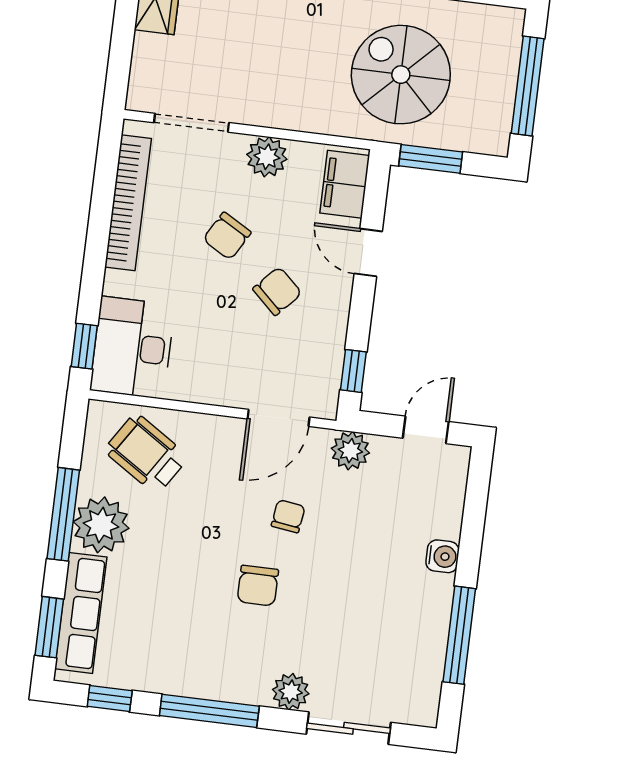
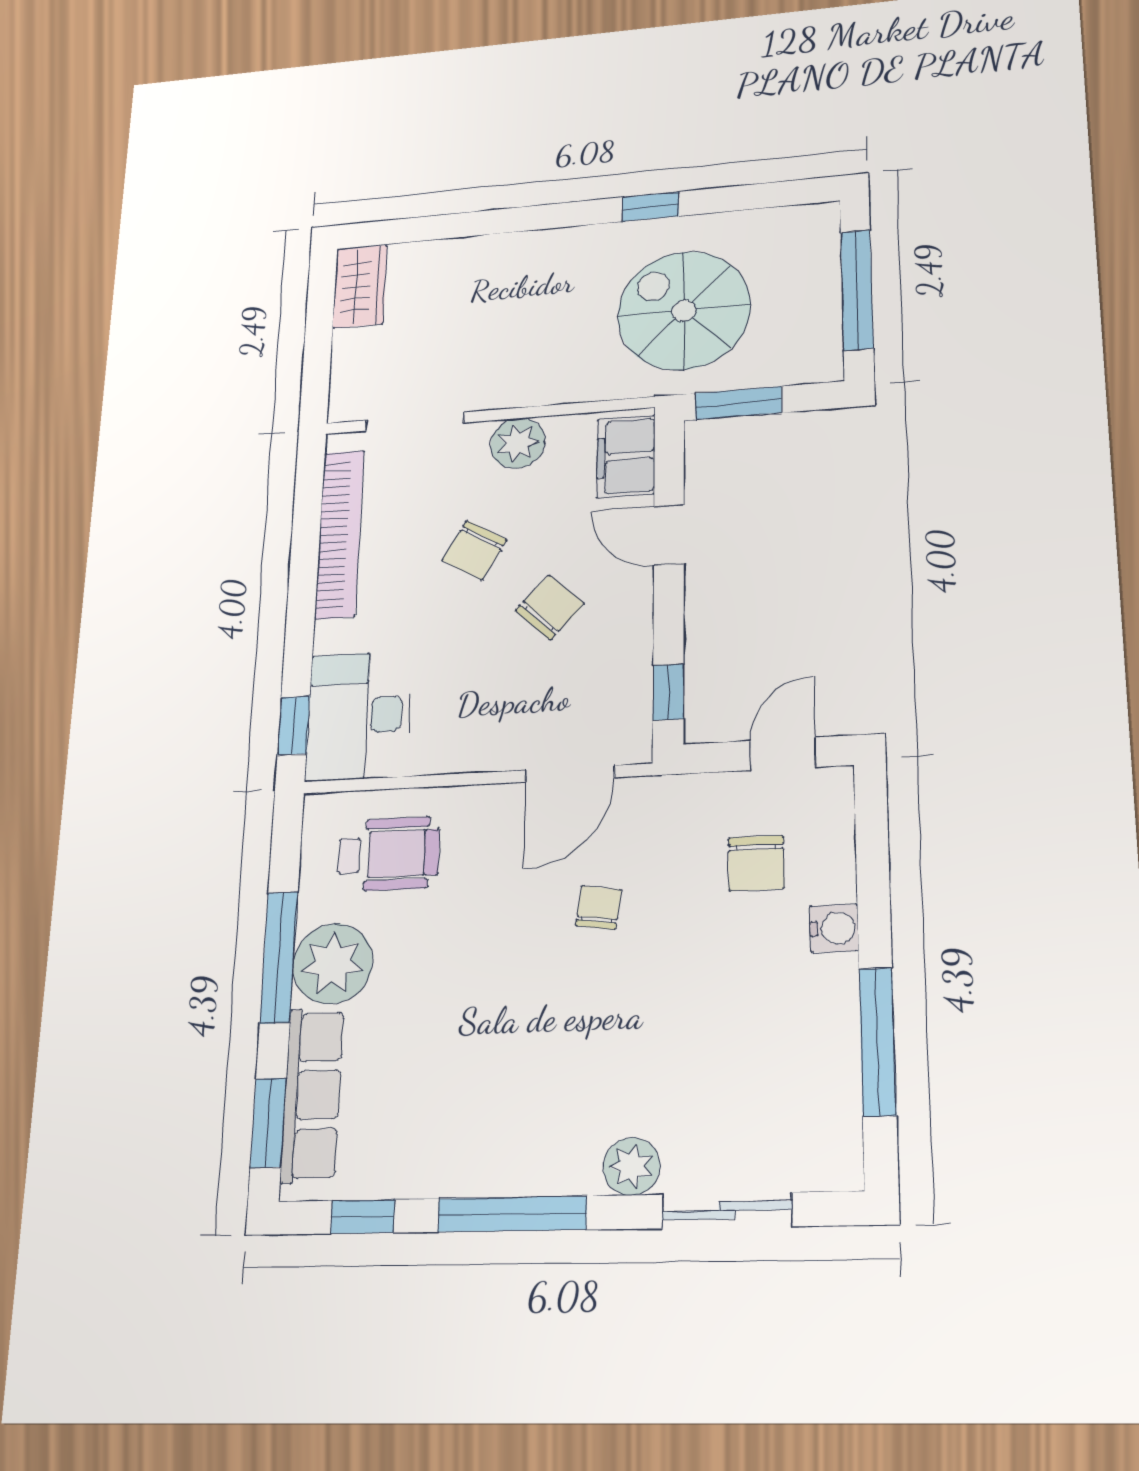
plant: (350, 451) -> (678, 801), removed
wheelchair: (146, 454) -> (389, 854), turned 147
chair: (258, 586) -> (756, 863), moved

